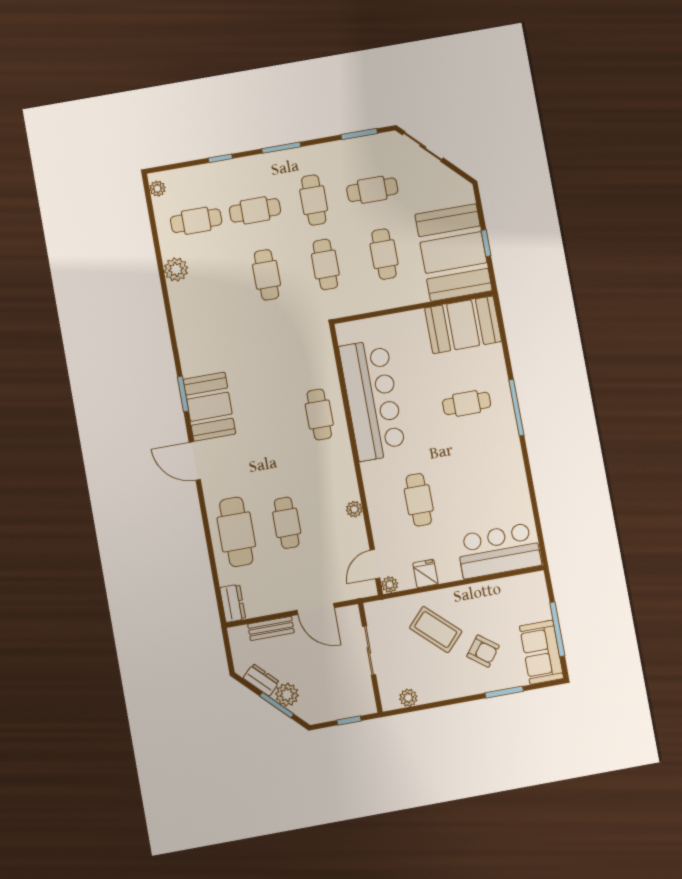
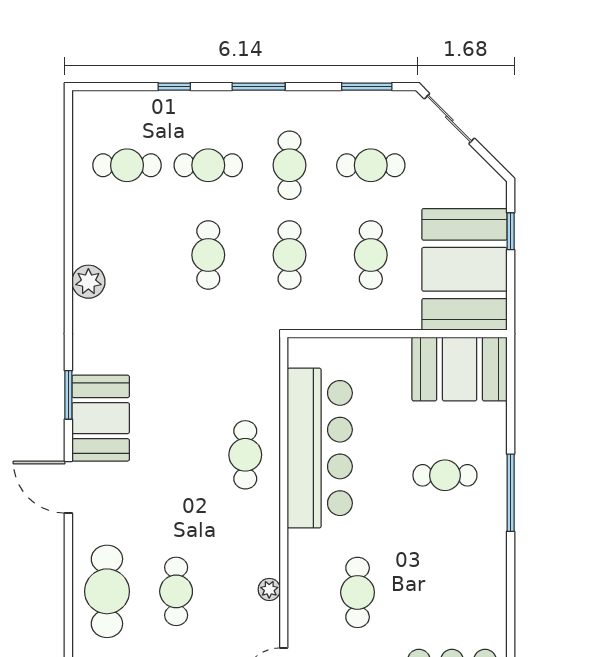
plant: (157, 189) -> (83, 113), removed
window: (486, 243) -> (511, 231), moved
plant: (176, 269) -> (88, 282), moved

